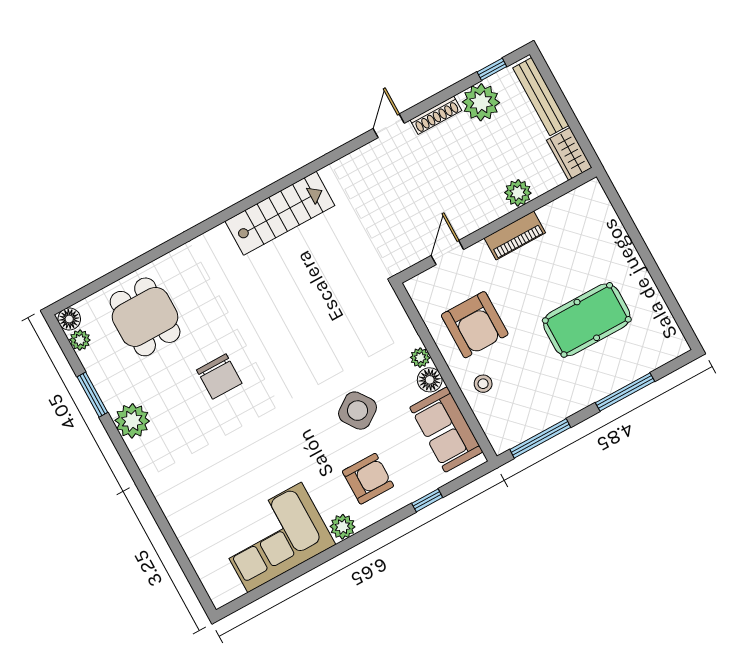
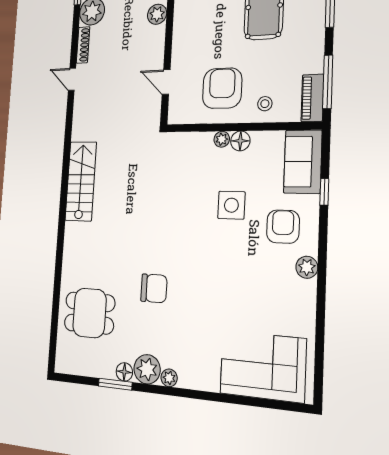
piano: (515, 235) -> (312, 98), moved, turned 180
floor lamp: (69, 319) -> (124, 372), moved
armchair: (475, 325) -> (222, 88), turned -90
plant: (80, 340) -> (169, 378), moved
side table: (358, 411) -> (231, 205), turned 35
sofa: (446, 430) -> (303, 162), moved, turned 90
corner sofa: (275, 537) -> (263, 366), moved, turned 90

